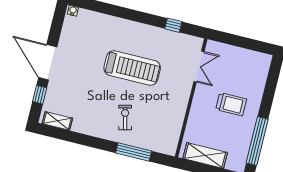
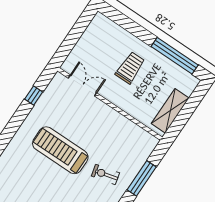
treadmill: (132, 68) -> (60, 150), turned -90

